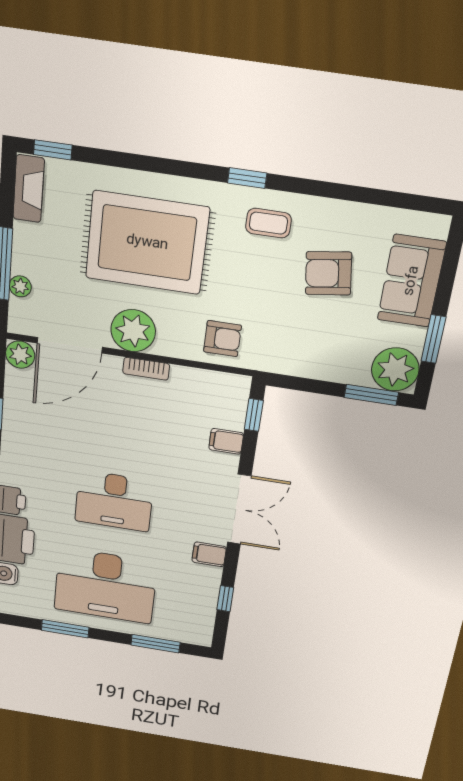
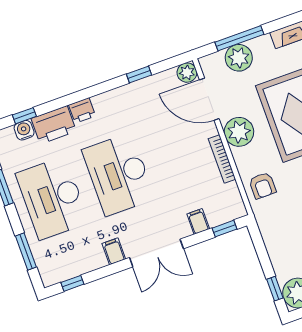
plant: (20, 286) -> (239, 58), width x1.88, depth x1.88
bookcase: (146, 369) -> (222, 159), width x1.56
window: (371, 395) -> (275, 289), width x0.67
desk: (114, 501) -> (119, 174), width x1.36, depth x1.30
window: (225, 599) -> (72, 283), moved

